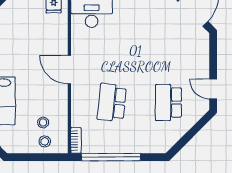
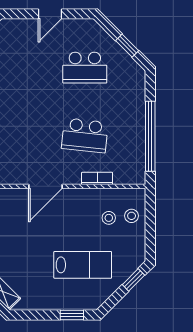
door: (213, 89) -> (50, 14), moved
window: (187, 138) -> (127, 46), added
bookcase: (76, 140) -> (97, 178), moved

